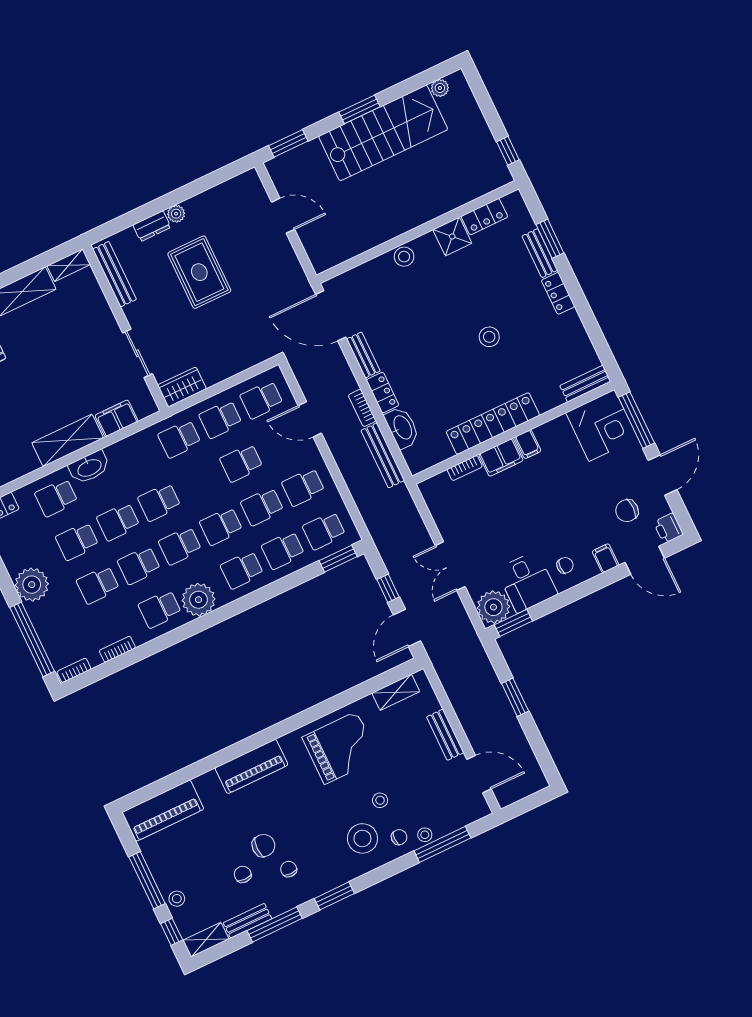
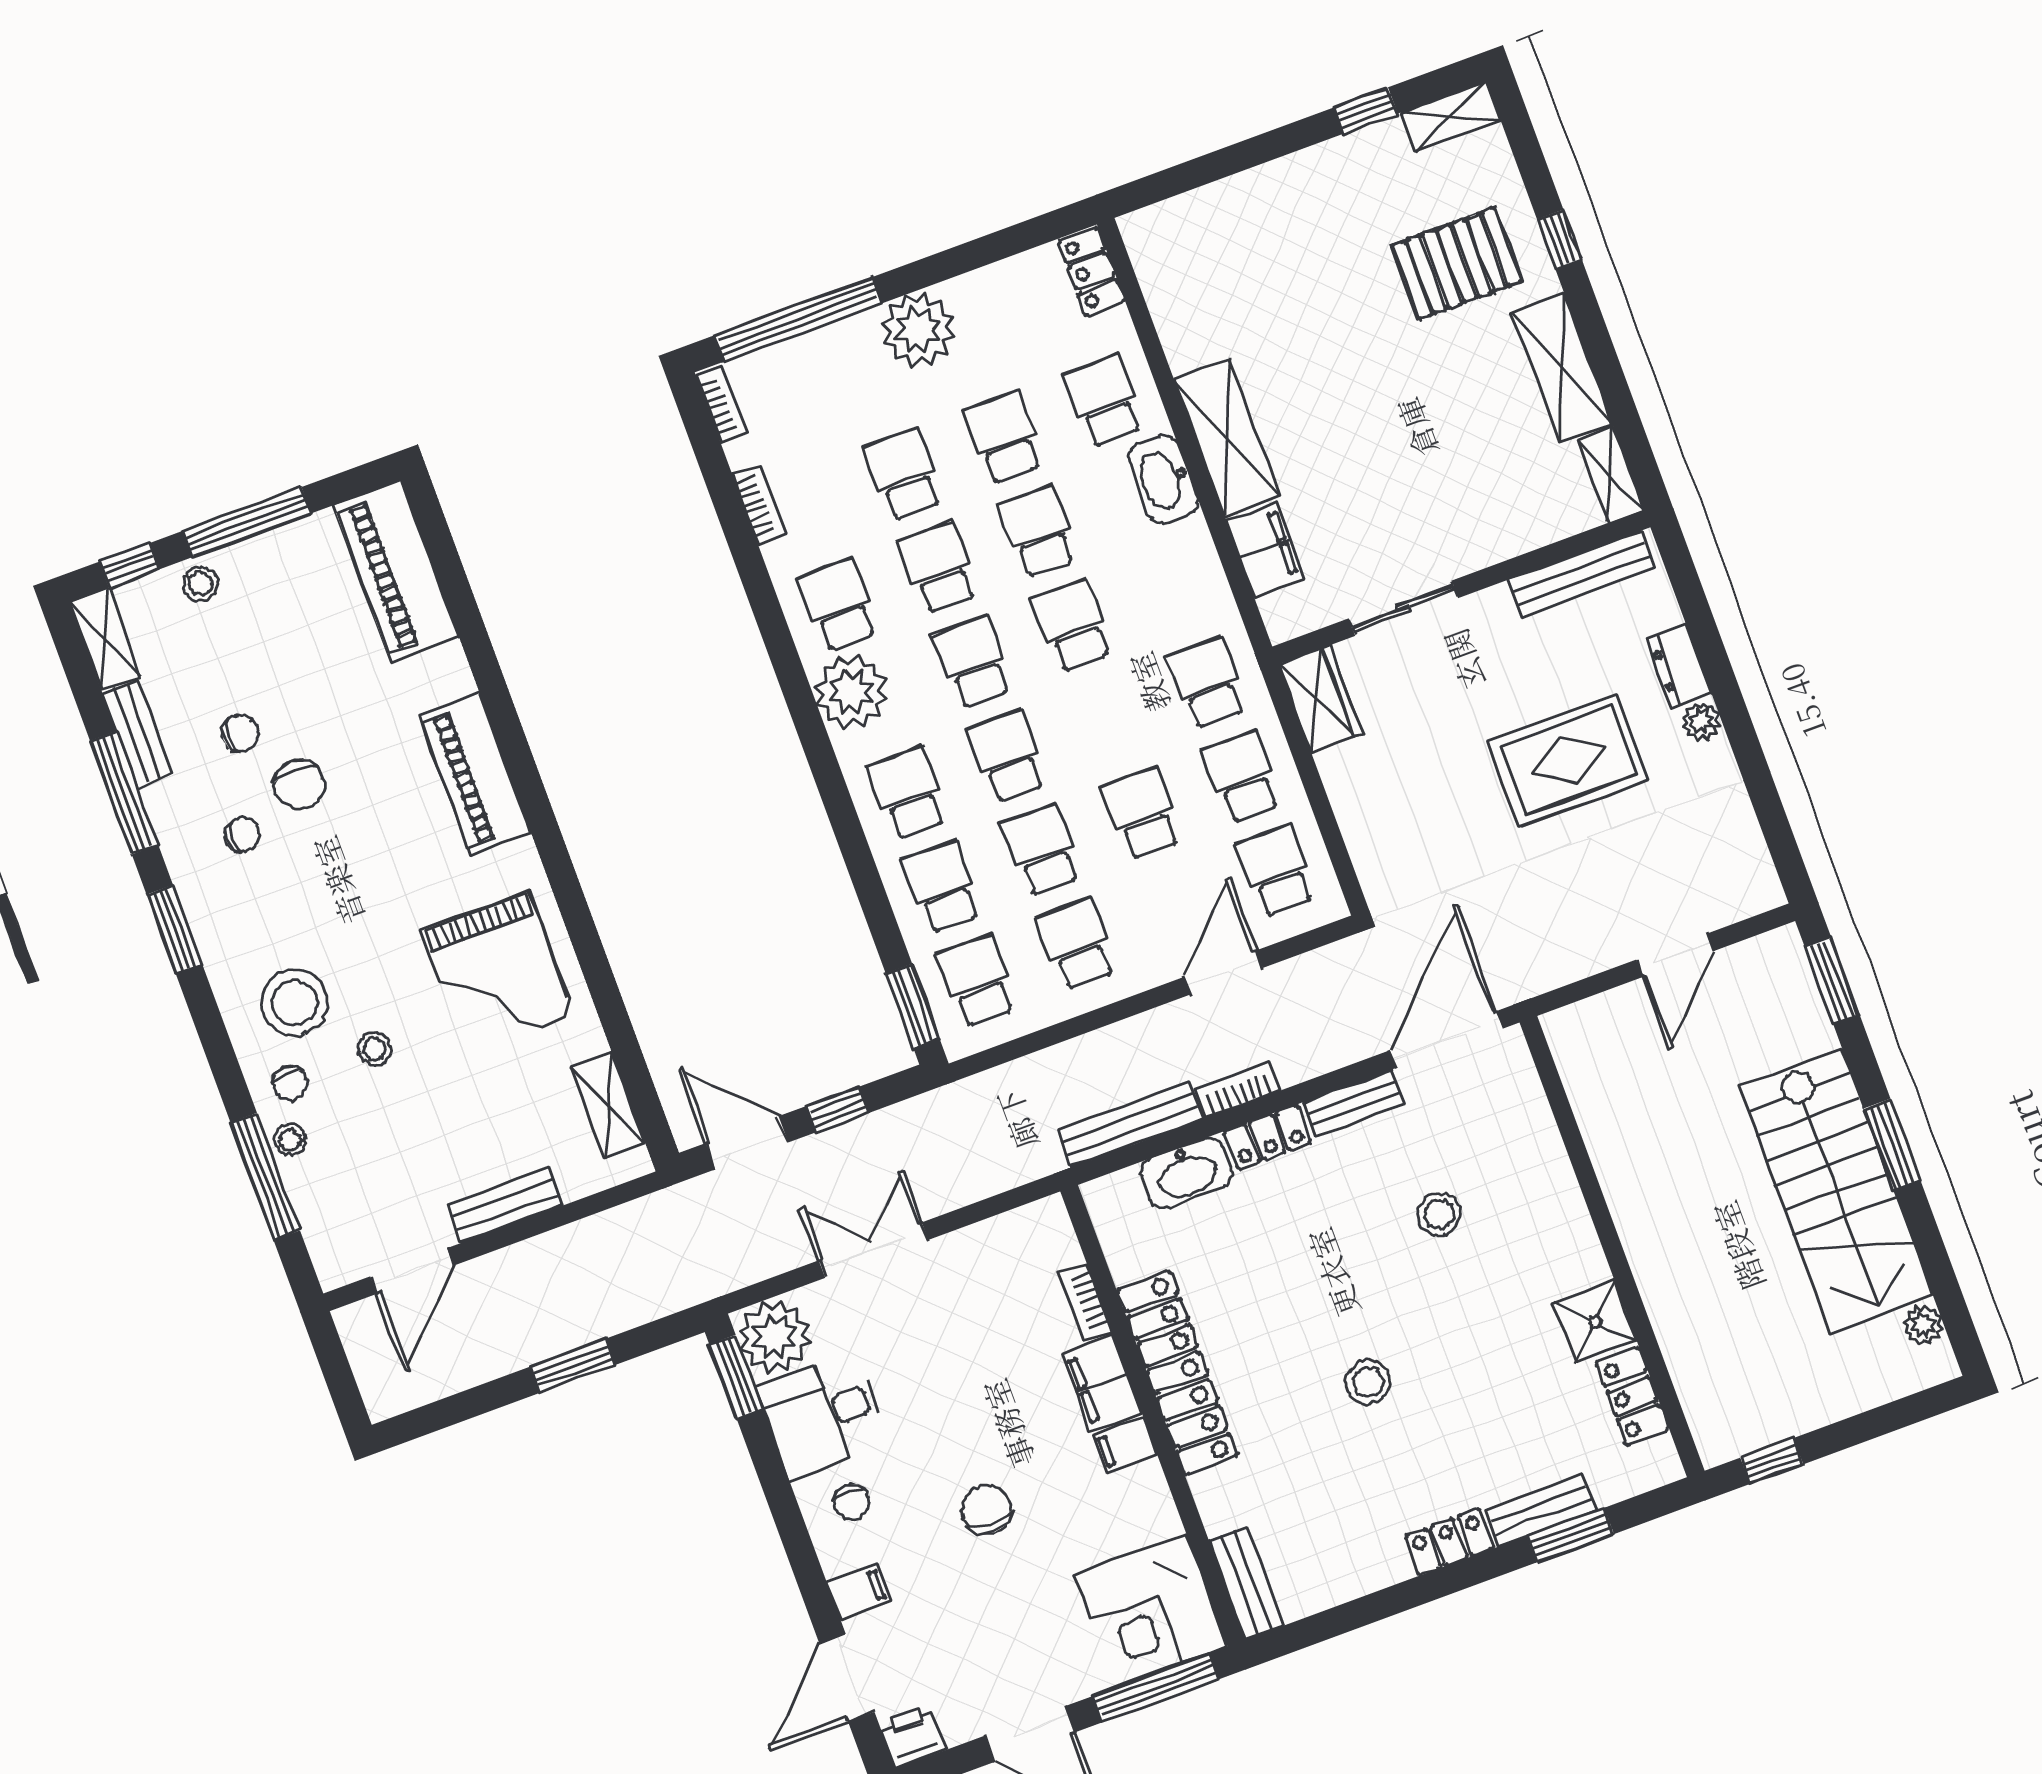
stool: (404, 257) -> (1439, 1214), moved
chair: (627, 511) -> (986, 1509), moved

